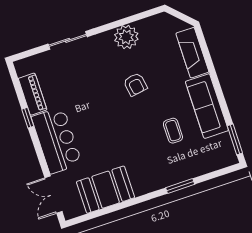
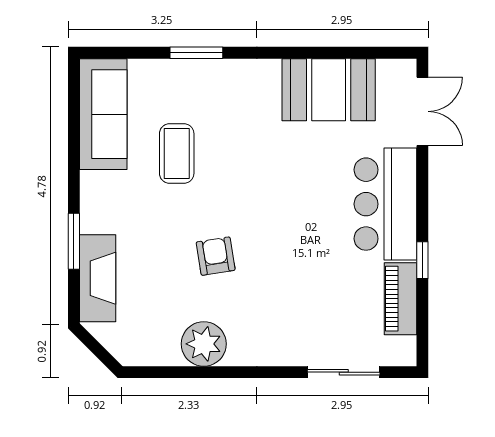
sliding door: (68, 40) -> (344, 372), moved
sofa: (207, 106) -> (103, 114), moved
coffee table: (173, 131) -> (177, 154), width x1.36, depth x1.30
window: (235, 139) -> (74, 241), moved

